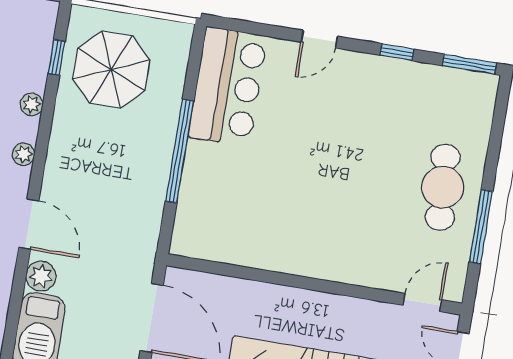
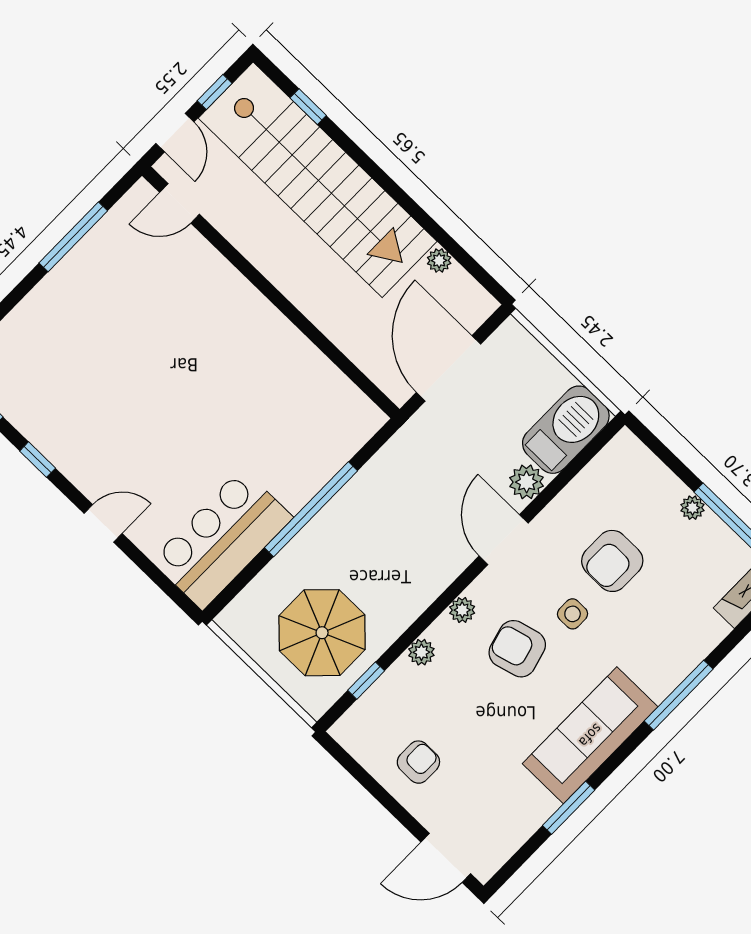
cafe table: (443, 187) -> (84, 300), removed

